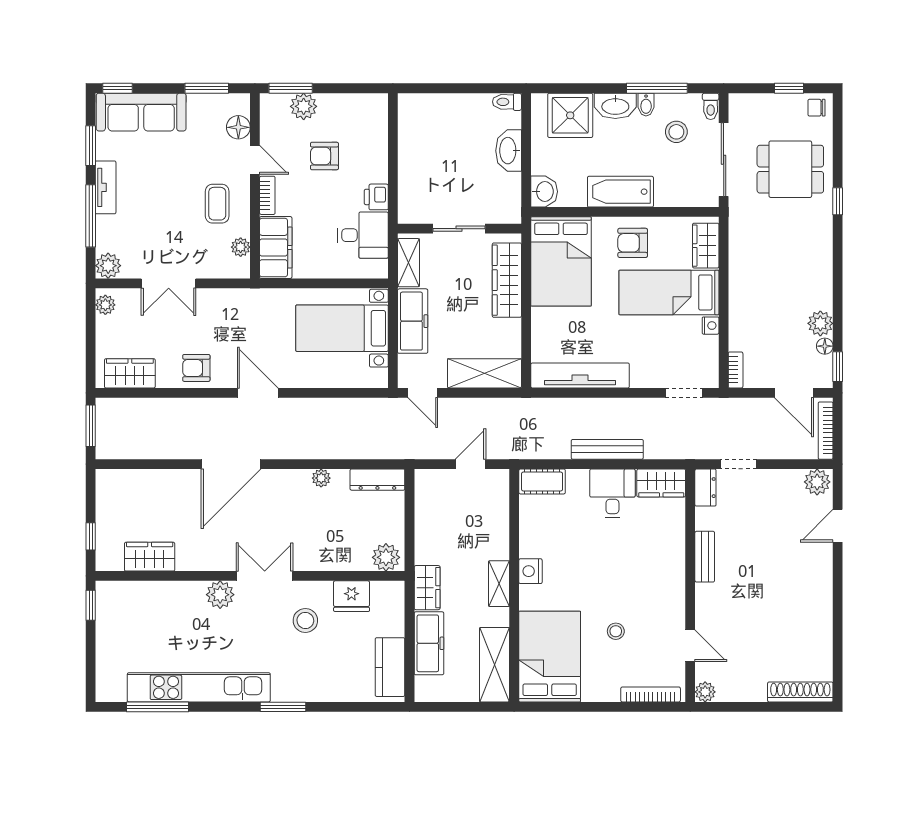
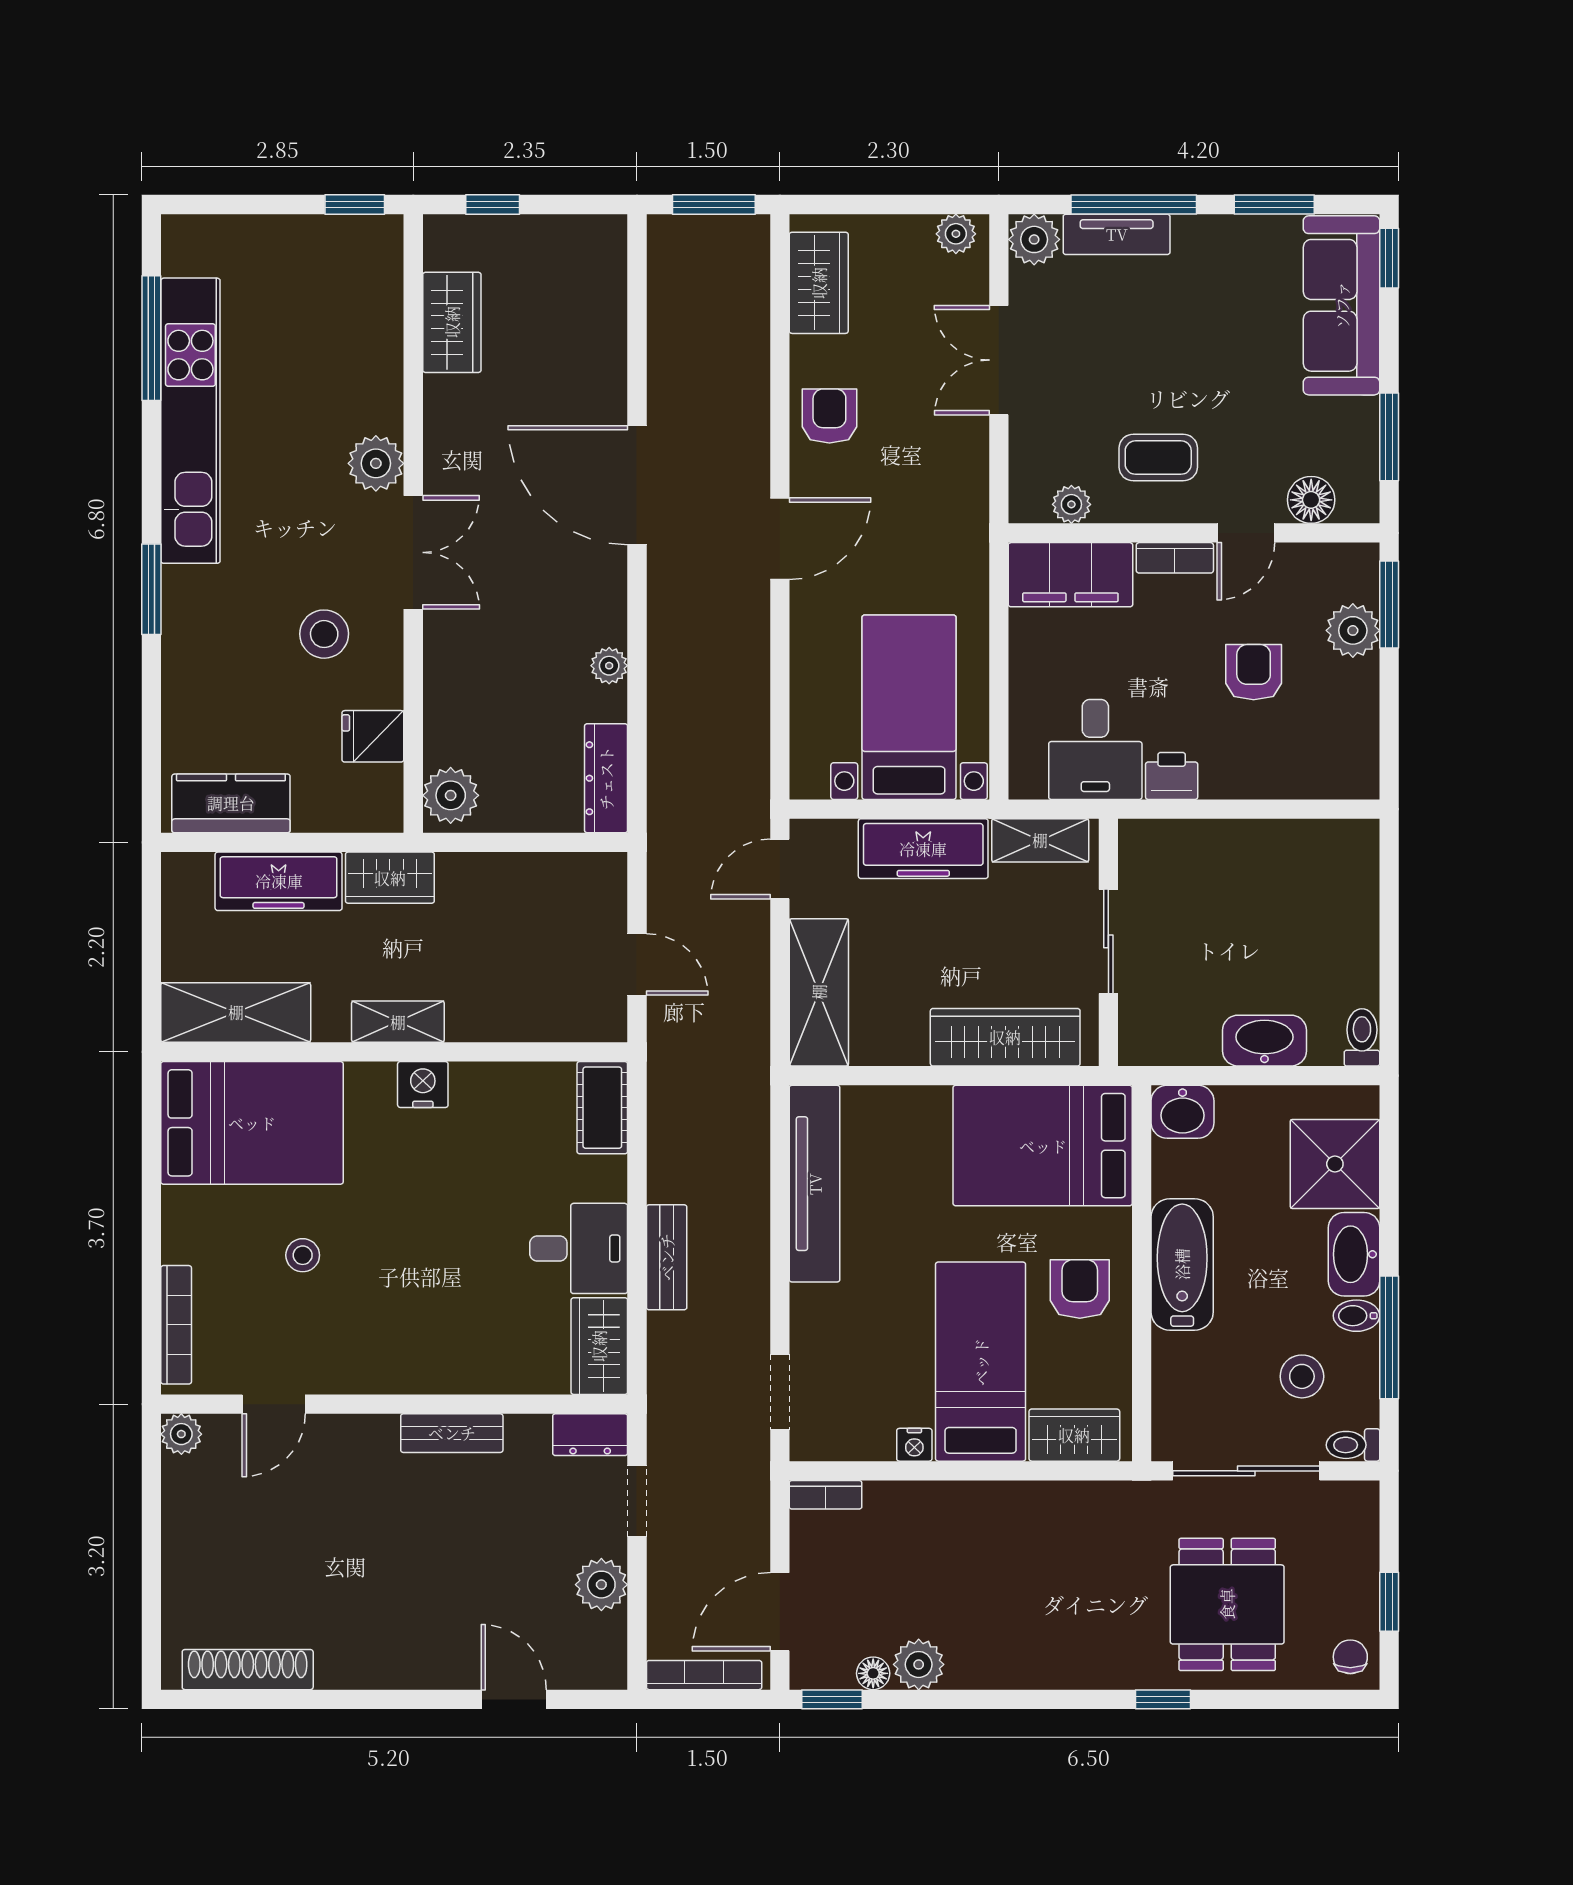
tv unit: (106, 187) -> (1117, 234), moved
bench: (607, 449) -> (667, 1257), width x0.73
plant: (817, 482) -> (601, 1585), moved
fridge: (352, 596) -> (373, 736), width x0.72
shoe rack: (800, 692) -> (248, 1670), moved, turned -90

